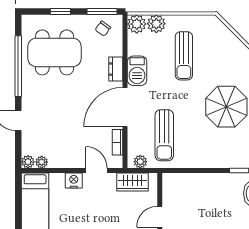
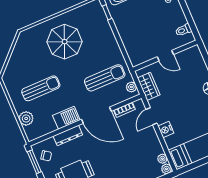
plant: (137, 24) -> (32, 133), removed
dresser: (116, 69) -> (68, 135), width x1.44

